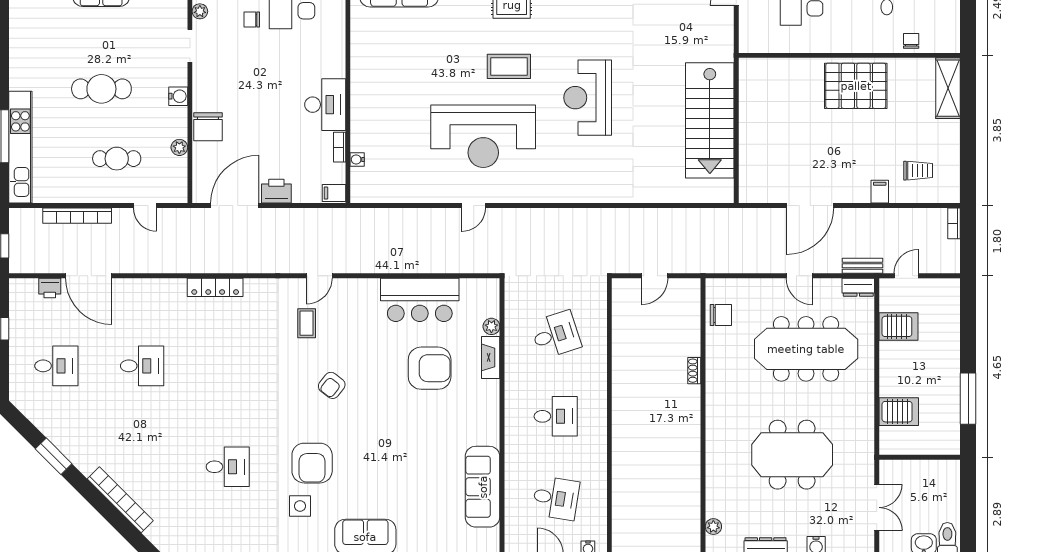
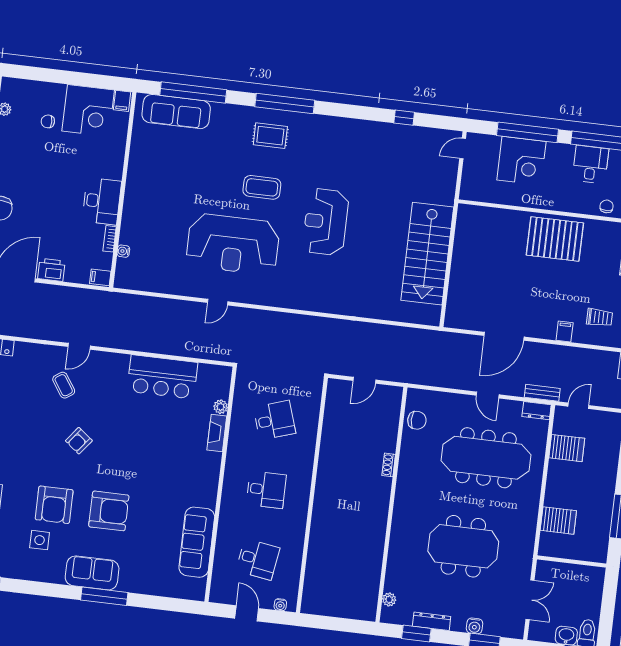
coffee table: (307, 323) -> (64, 385), turned -34
armchair: (430, 368) -> (109, 511), moved

